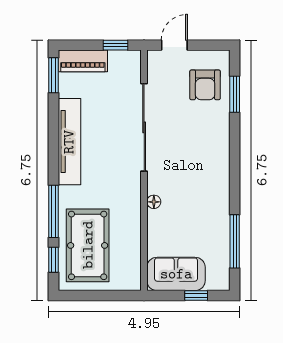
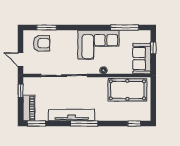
corner sofa: (202, 192) -> (98, 45), added
window: (54, 211) -> (84, 123), moved
pool table: (88, 245) -> (127, 90), moved

